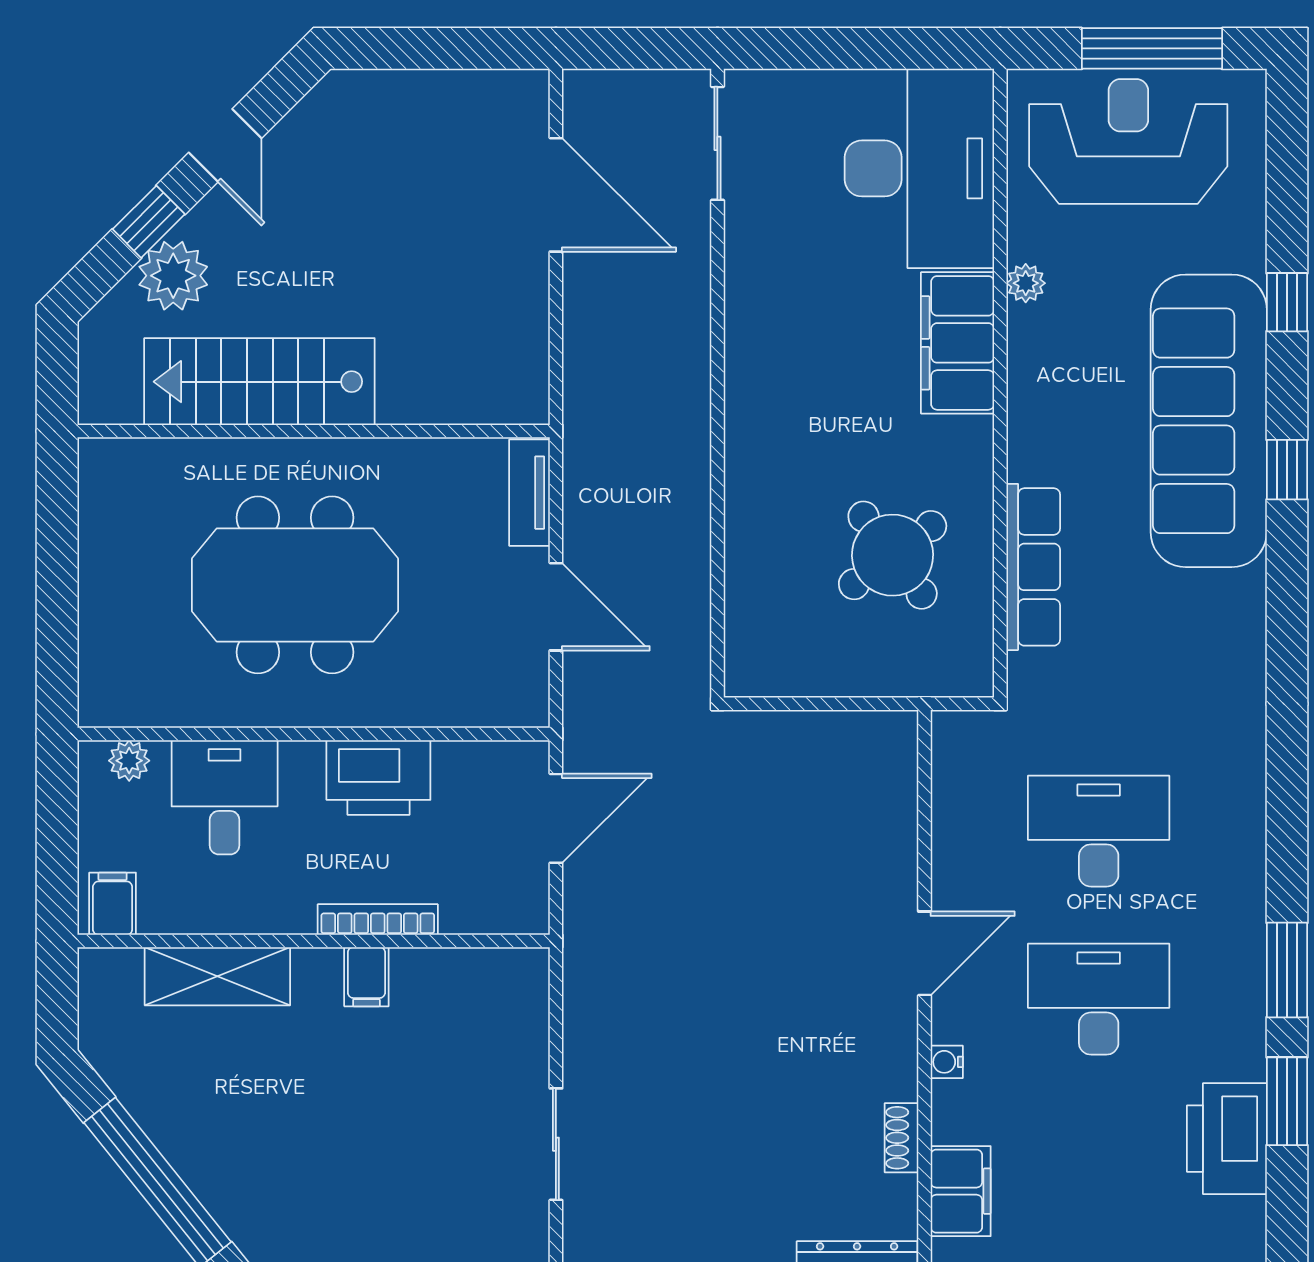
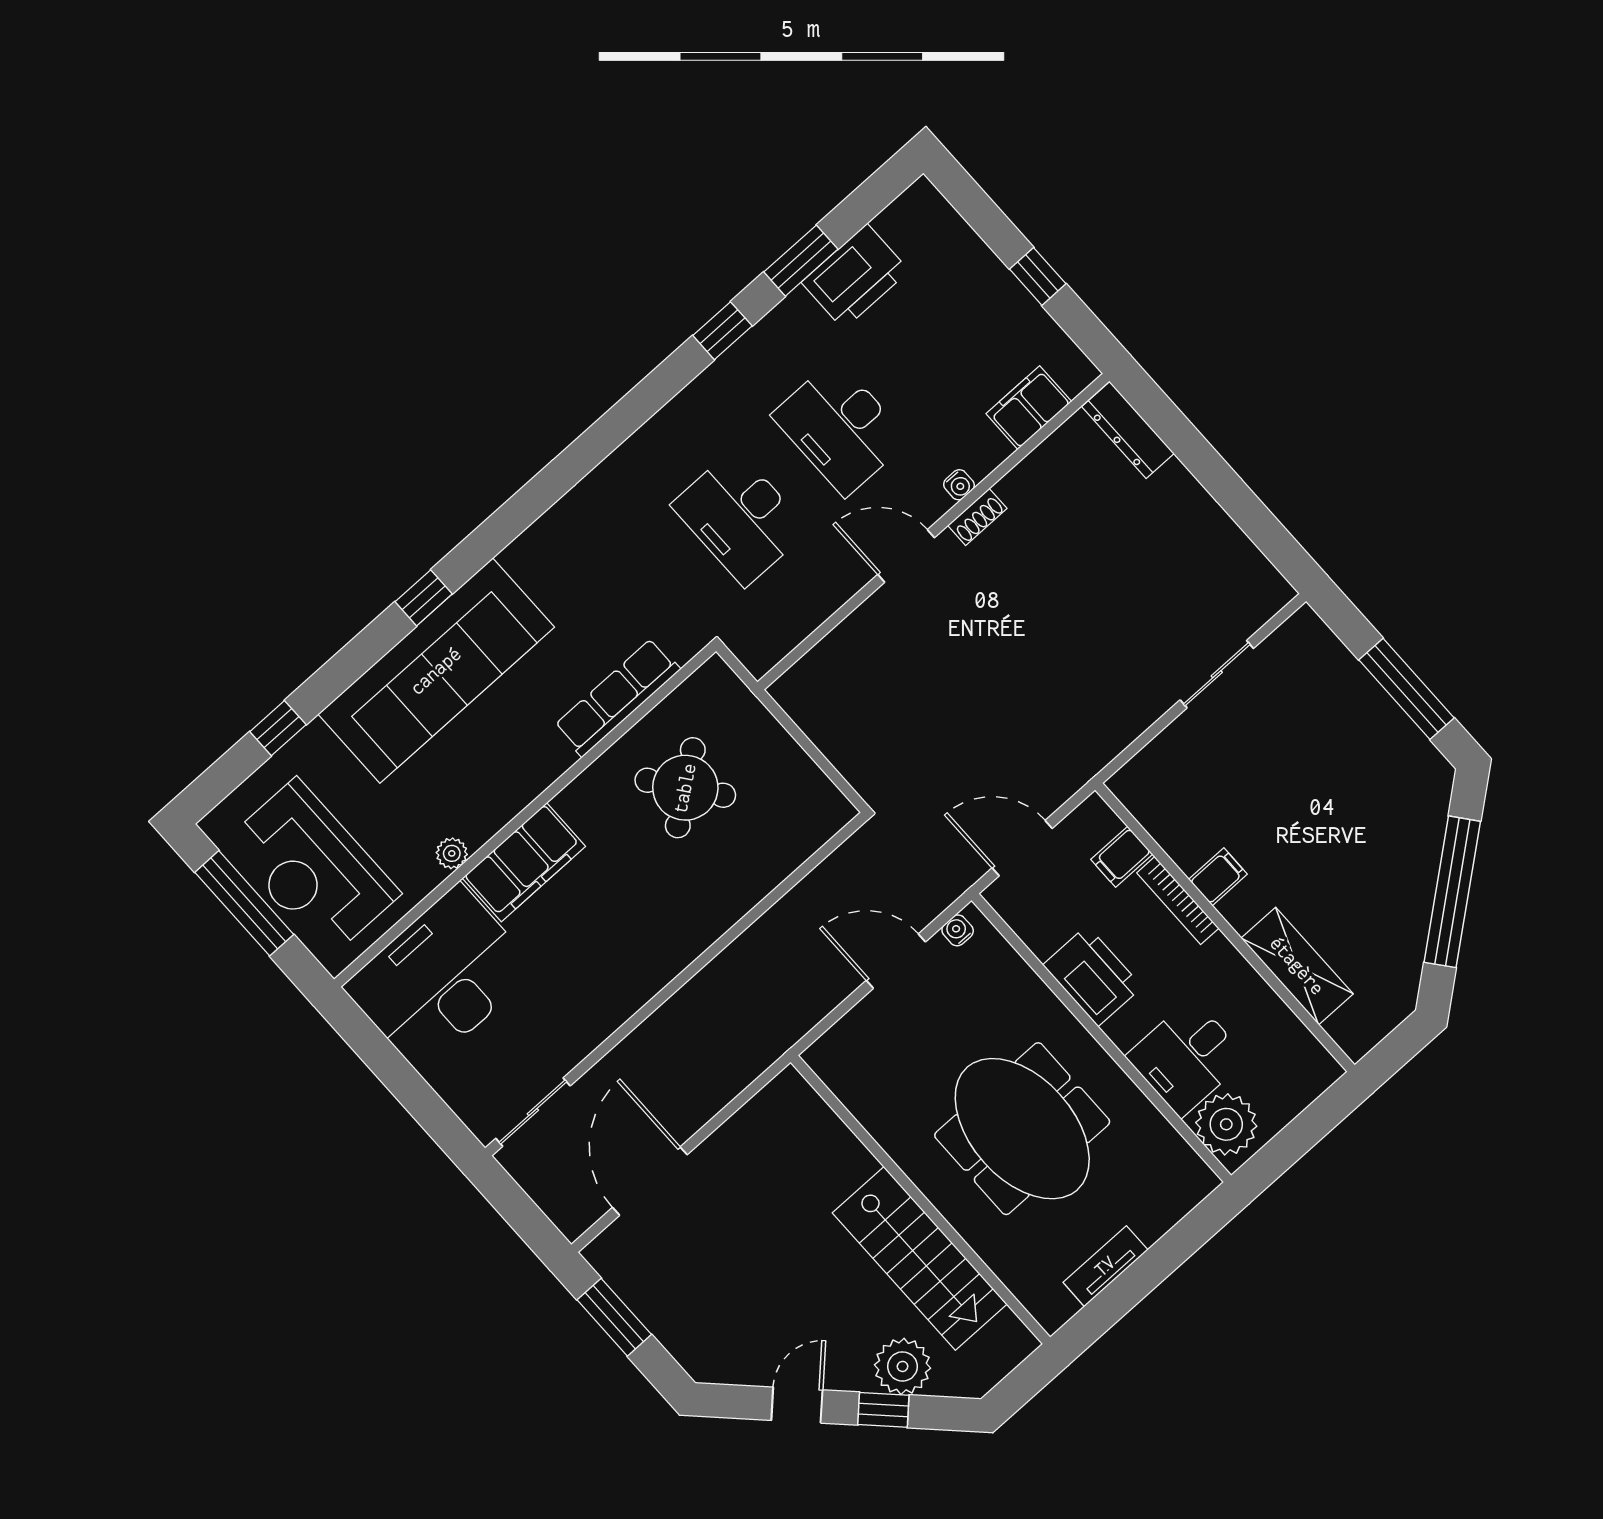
window: (459, 48) -> (614, 1317), added
window: (1287, 302) -> (278, 728), moved
tv unit: (530, 493) -> (1105, 1266), moved, turned 180
door: (556, 607) -> (896, 961), hinge flipped
water cooler: (533, 690) -> (958, 930), added
plant: (129, 761) -> (1226, 1124), width x1.88, depth x1.88
filing cabinet: (113, 904) -> (1122, 857), moved
window: (1287, 970) -> (722, 331), width x0.67
shoe rack: (902, 1138) -> (977, 517), moved

